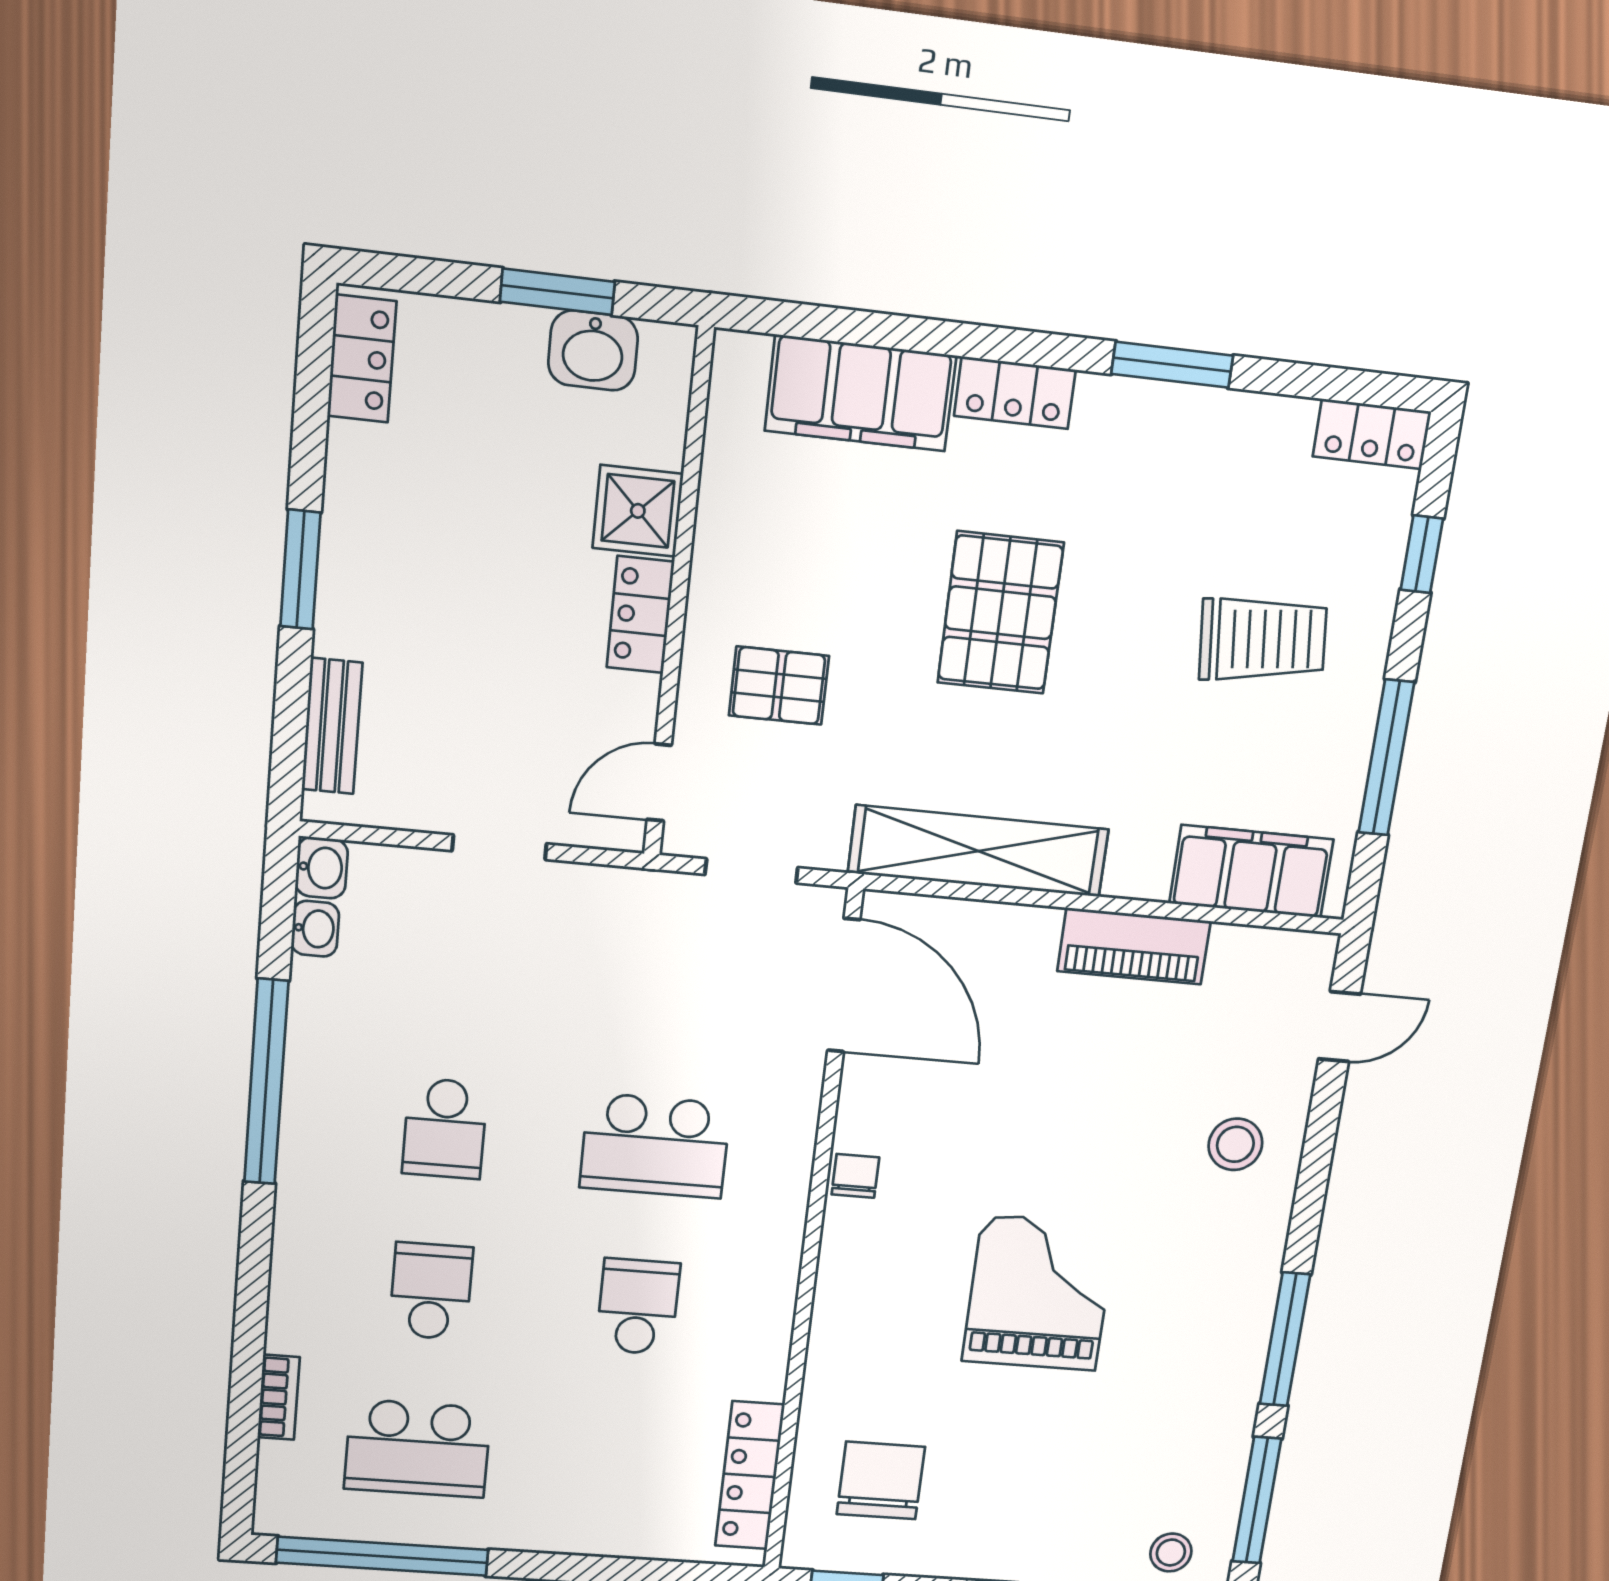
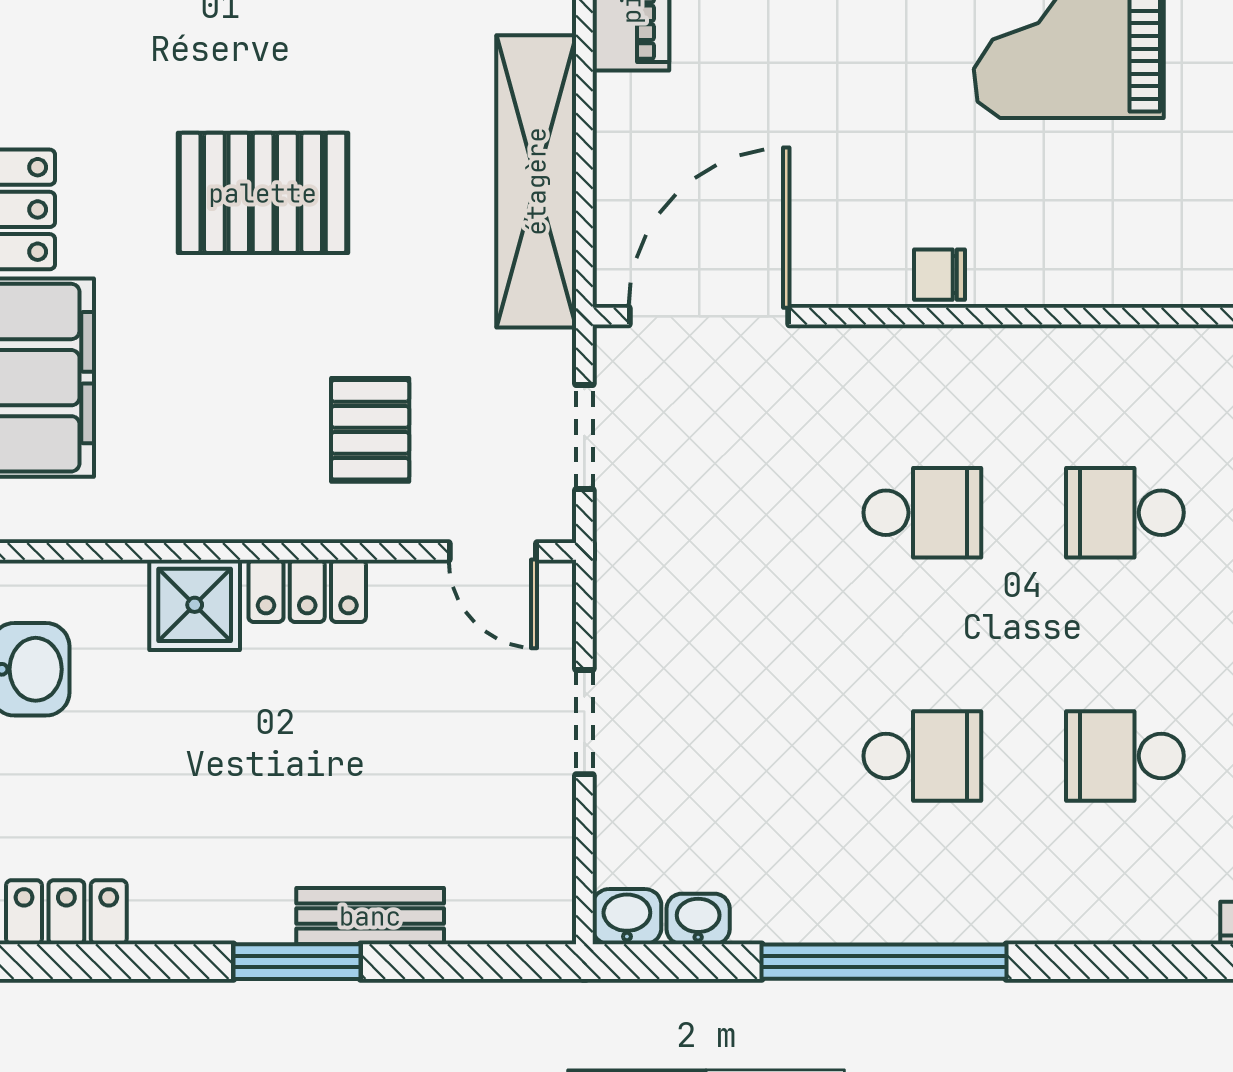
bench: (332, 726) -> (370, 916), moved
school desk: (655, 1146) -> (922, 513), width x0.54

